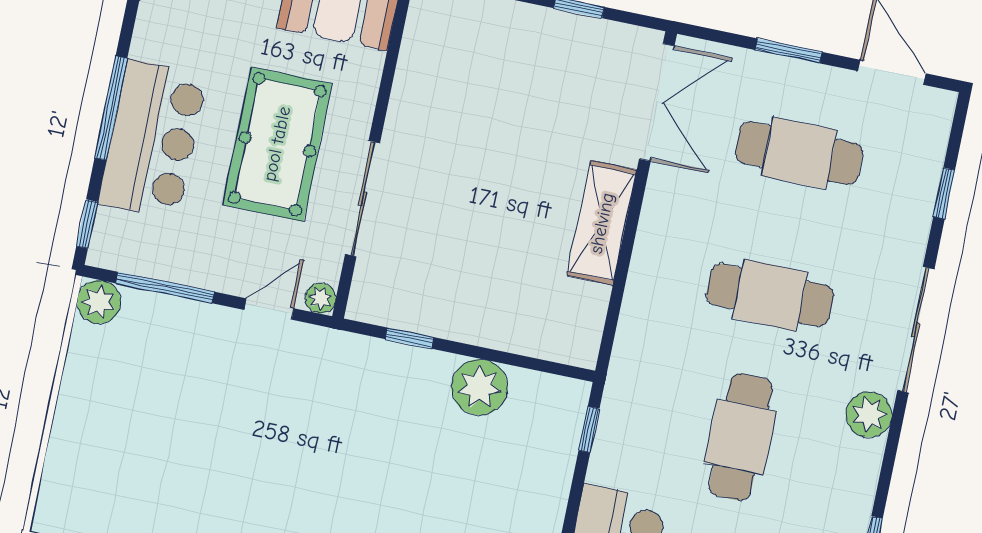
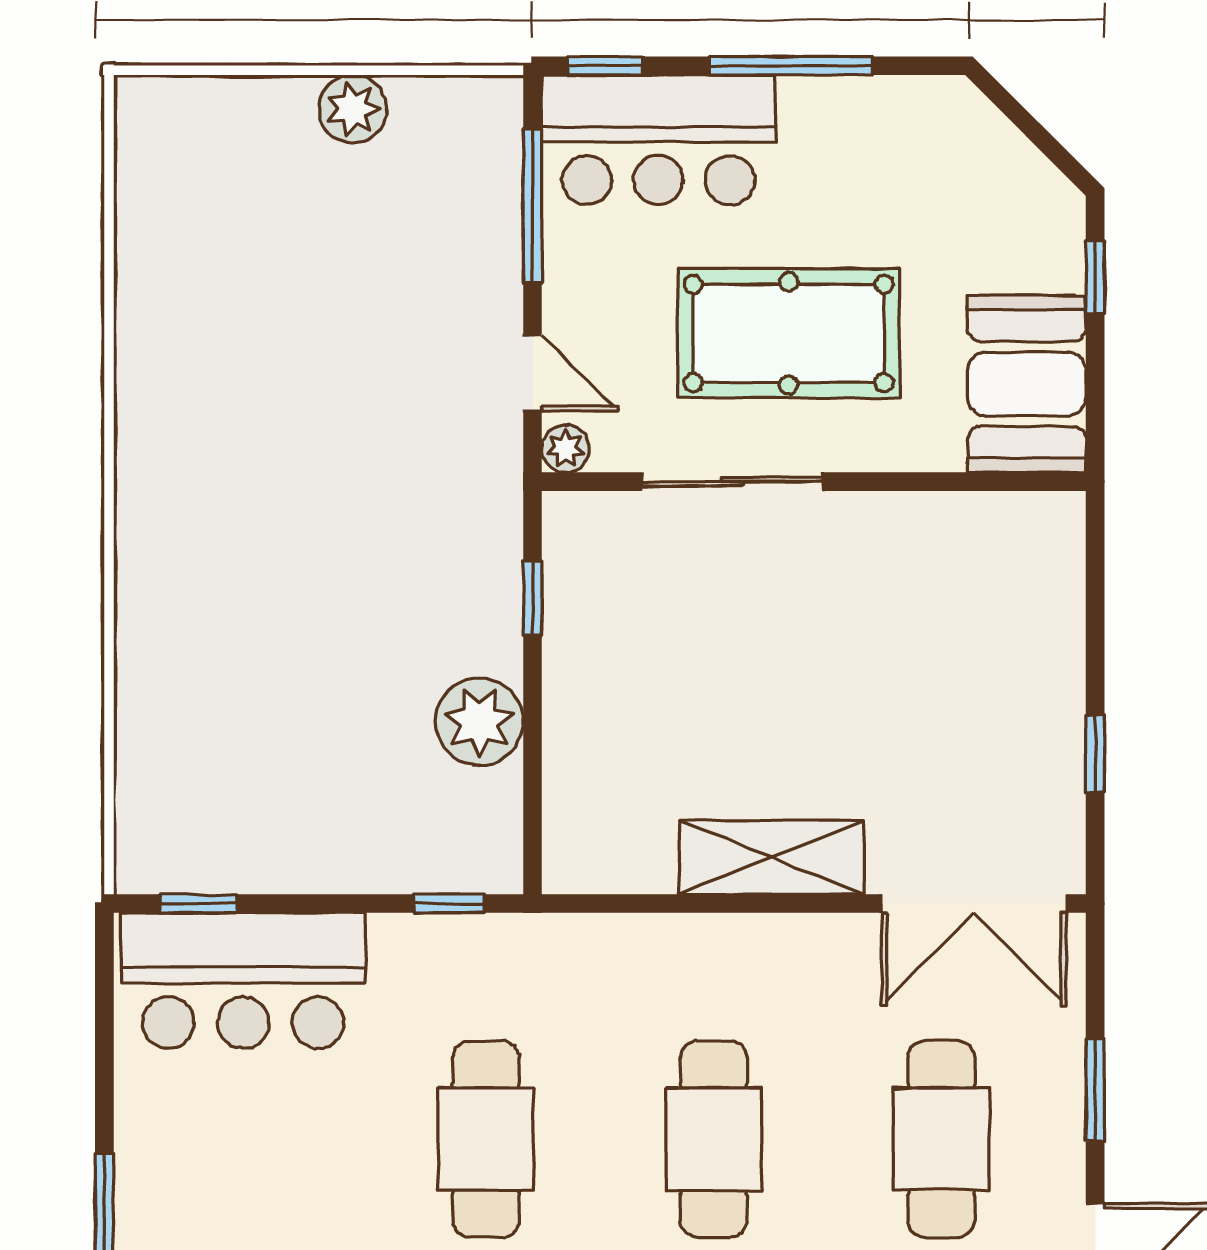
bar counter: (153, 139) -> (658, 140), moved
plant: (99, 302) -> (353, 109), moved
cafe table: (741, 437) -> (486, 1139), turned 90

